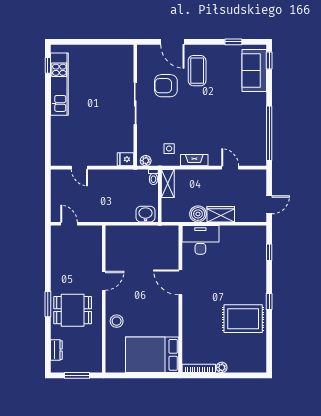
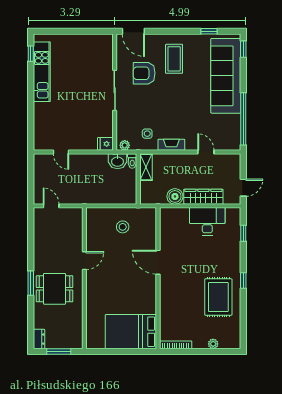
door: (172, 42) -> (133, 31), moved
sofa: (254, 70) -> (226, 76), width x1.85, depth x1.27
washbasin: (146, 214) -> (118, 161), moved, turned 180
wardrobe: (221, 214) -> (203, 197), width x1.50
desk: (200, 240) -> (207, 221), moved
rug: (243, 319) -> (218, 297), turned 90
stool: (117, 321) -> (123, 227), moved
dresser: (56, 350) -> (39, 339), moved
plant: (222, 367) -> (213, 344), moved

